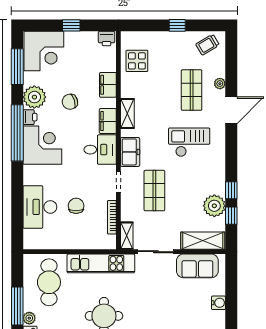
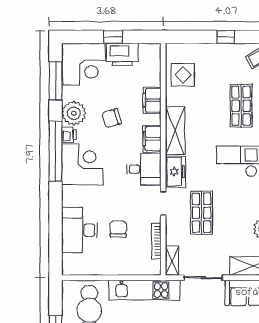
printer: (107, 38) -> (122, 55), moved, width x1.87, depth x1.48
shelving: (127, 114) -> (175, 131), width x1.50, depth x1.33

